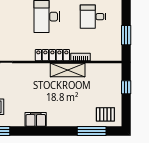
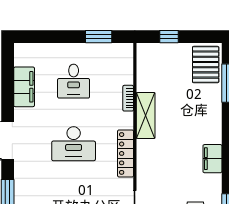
locker: (52, 55) -> (126, 153), moved
pallet: (105, 114) -> (206, 65), width x1.50, depth x1.42

